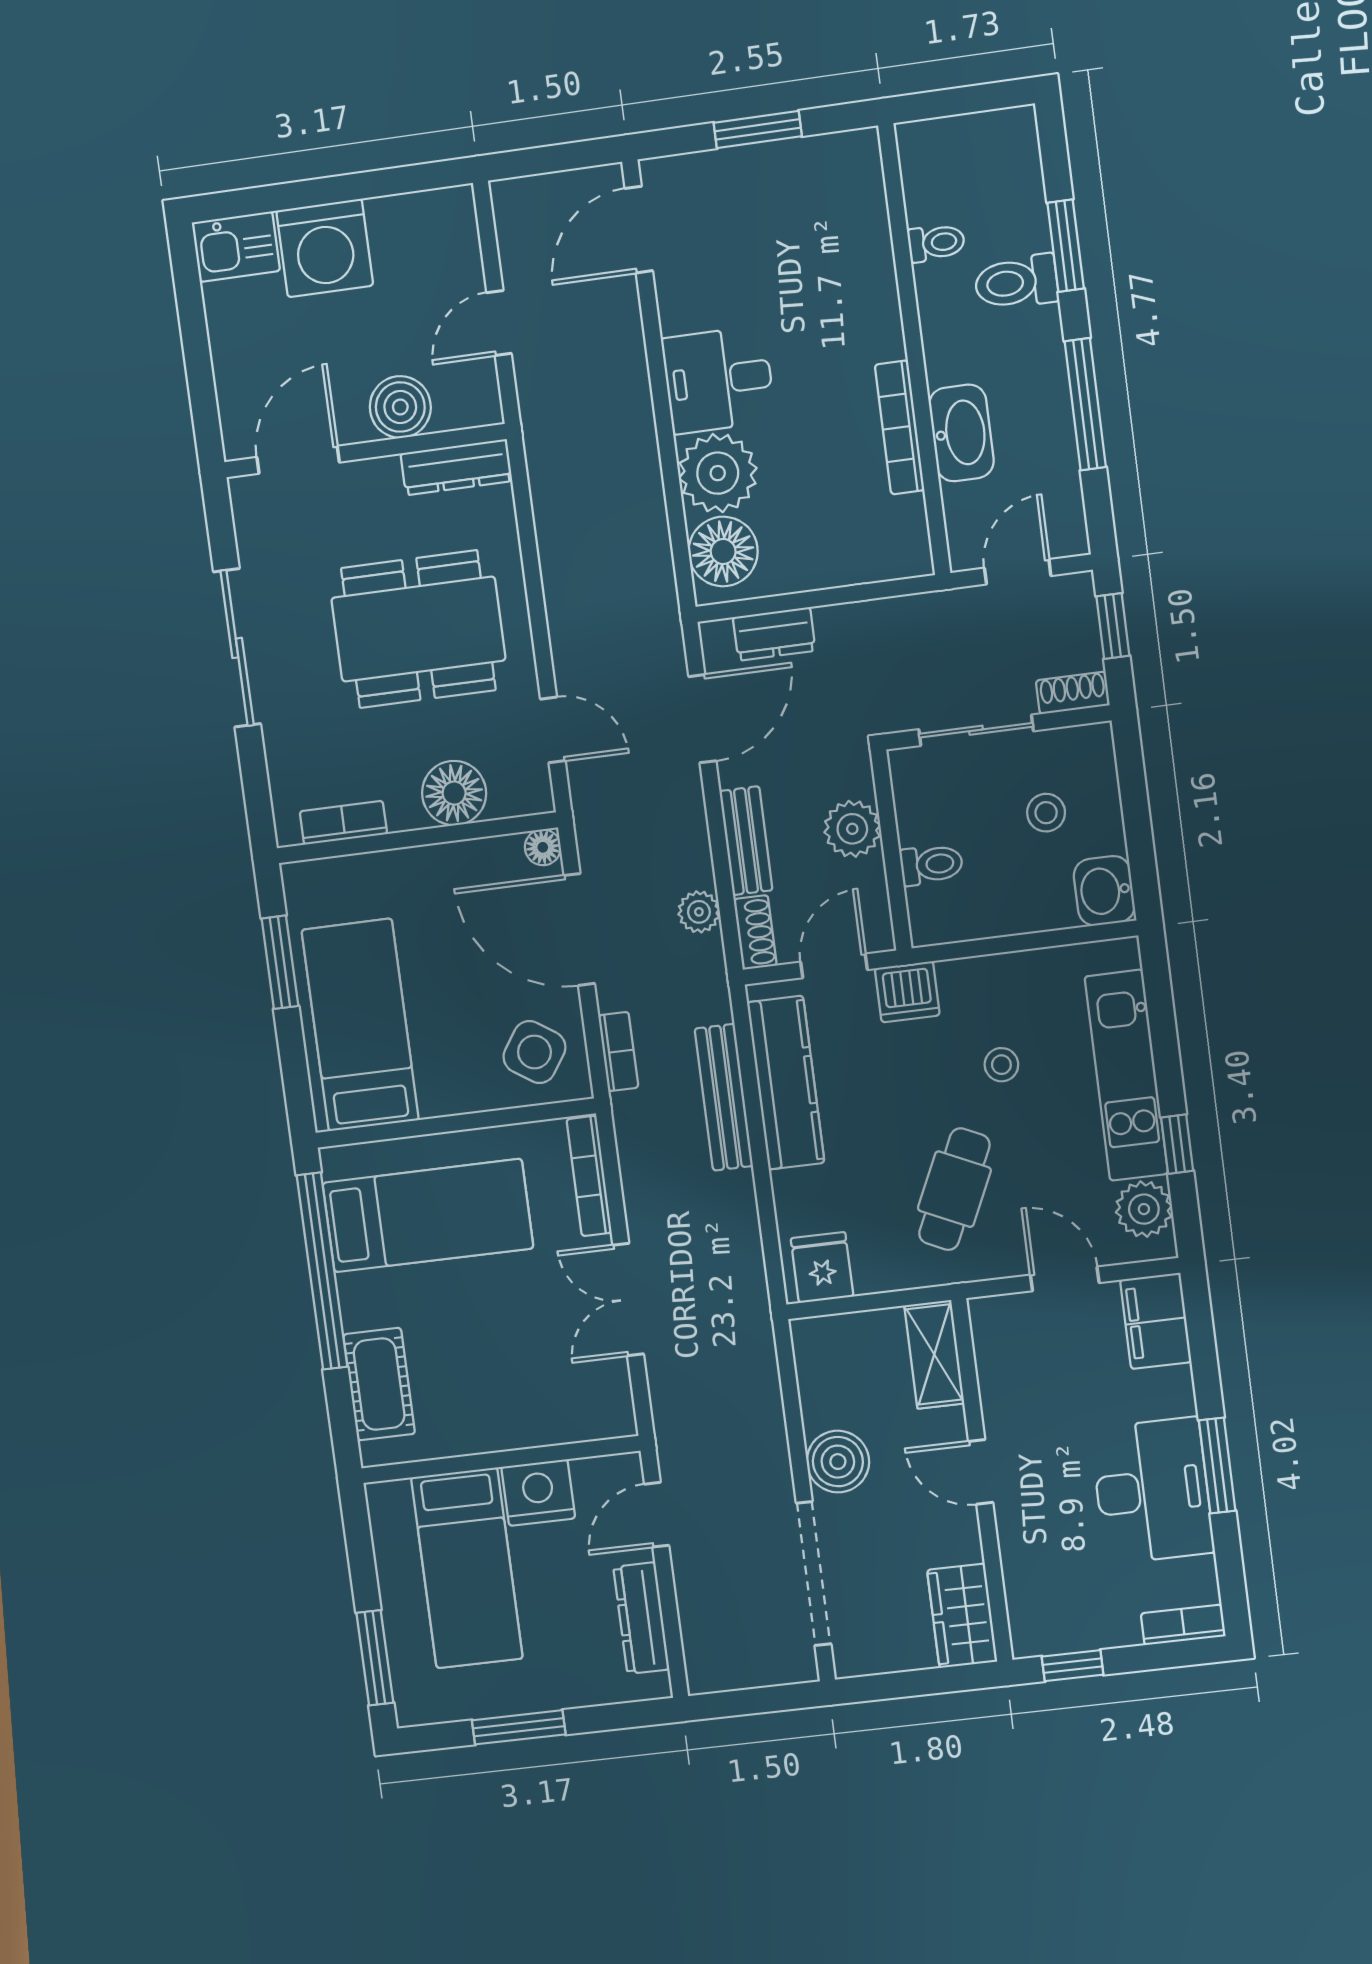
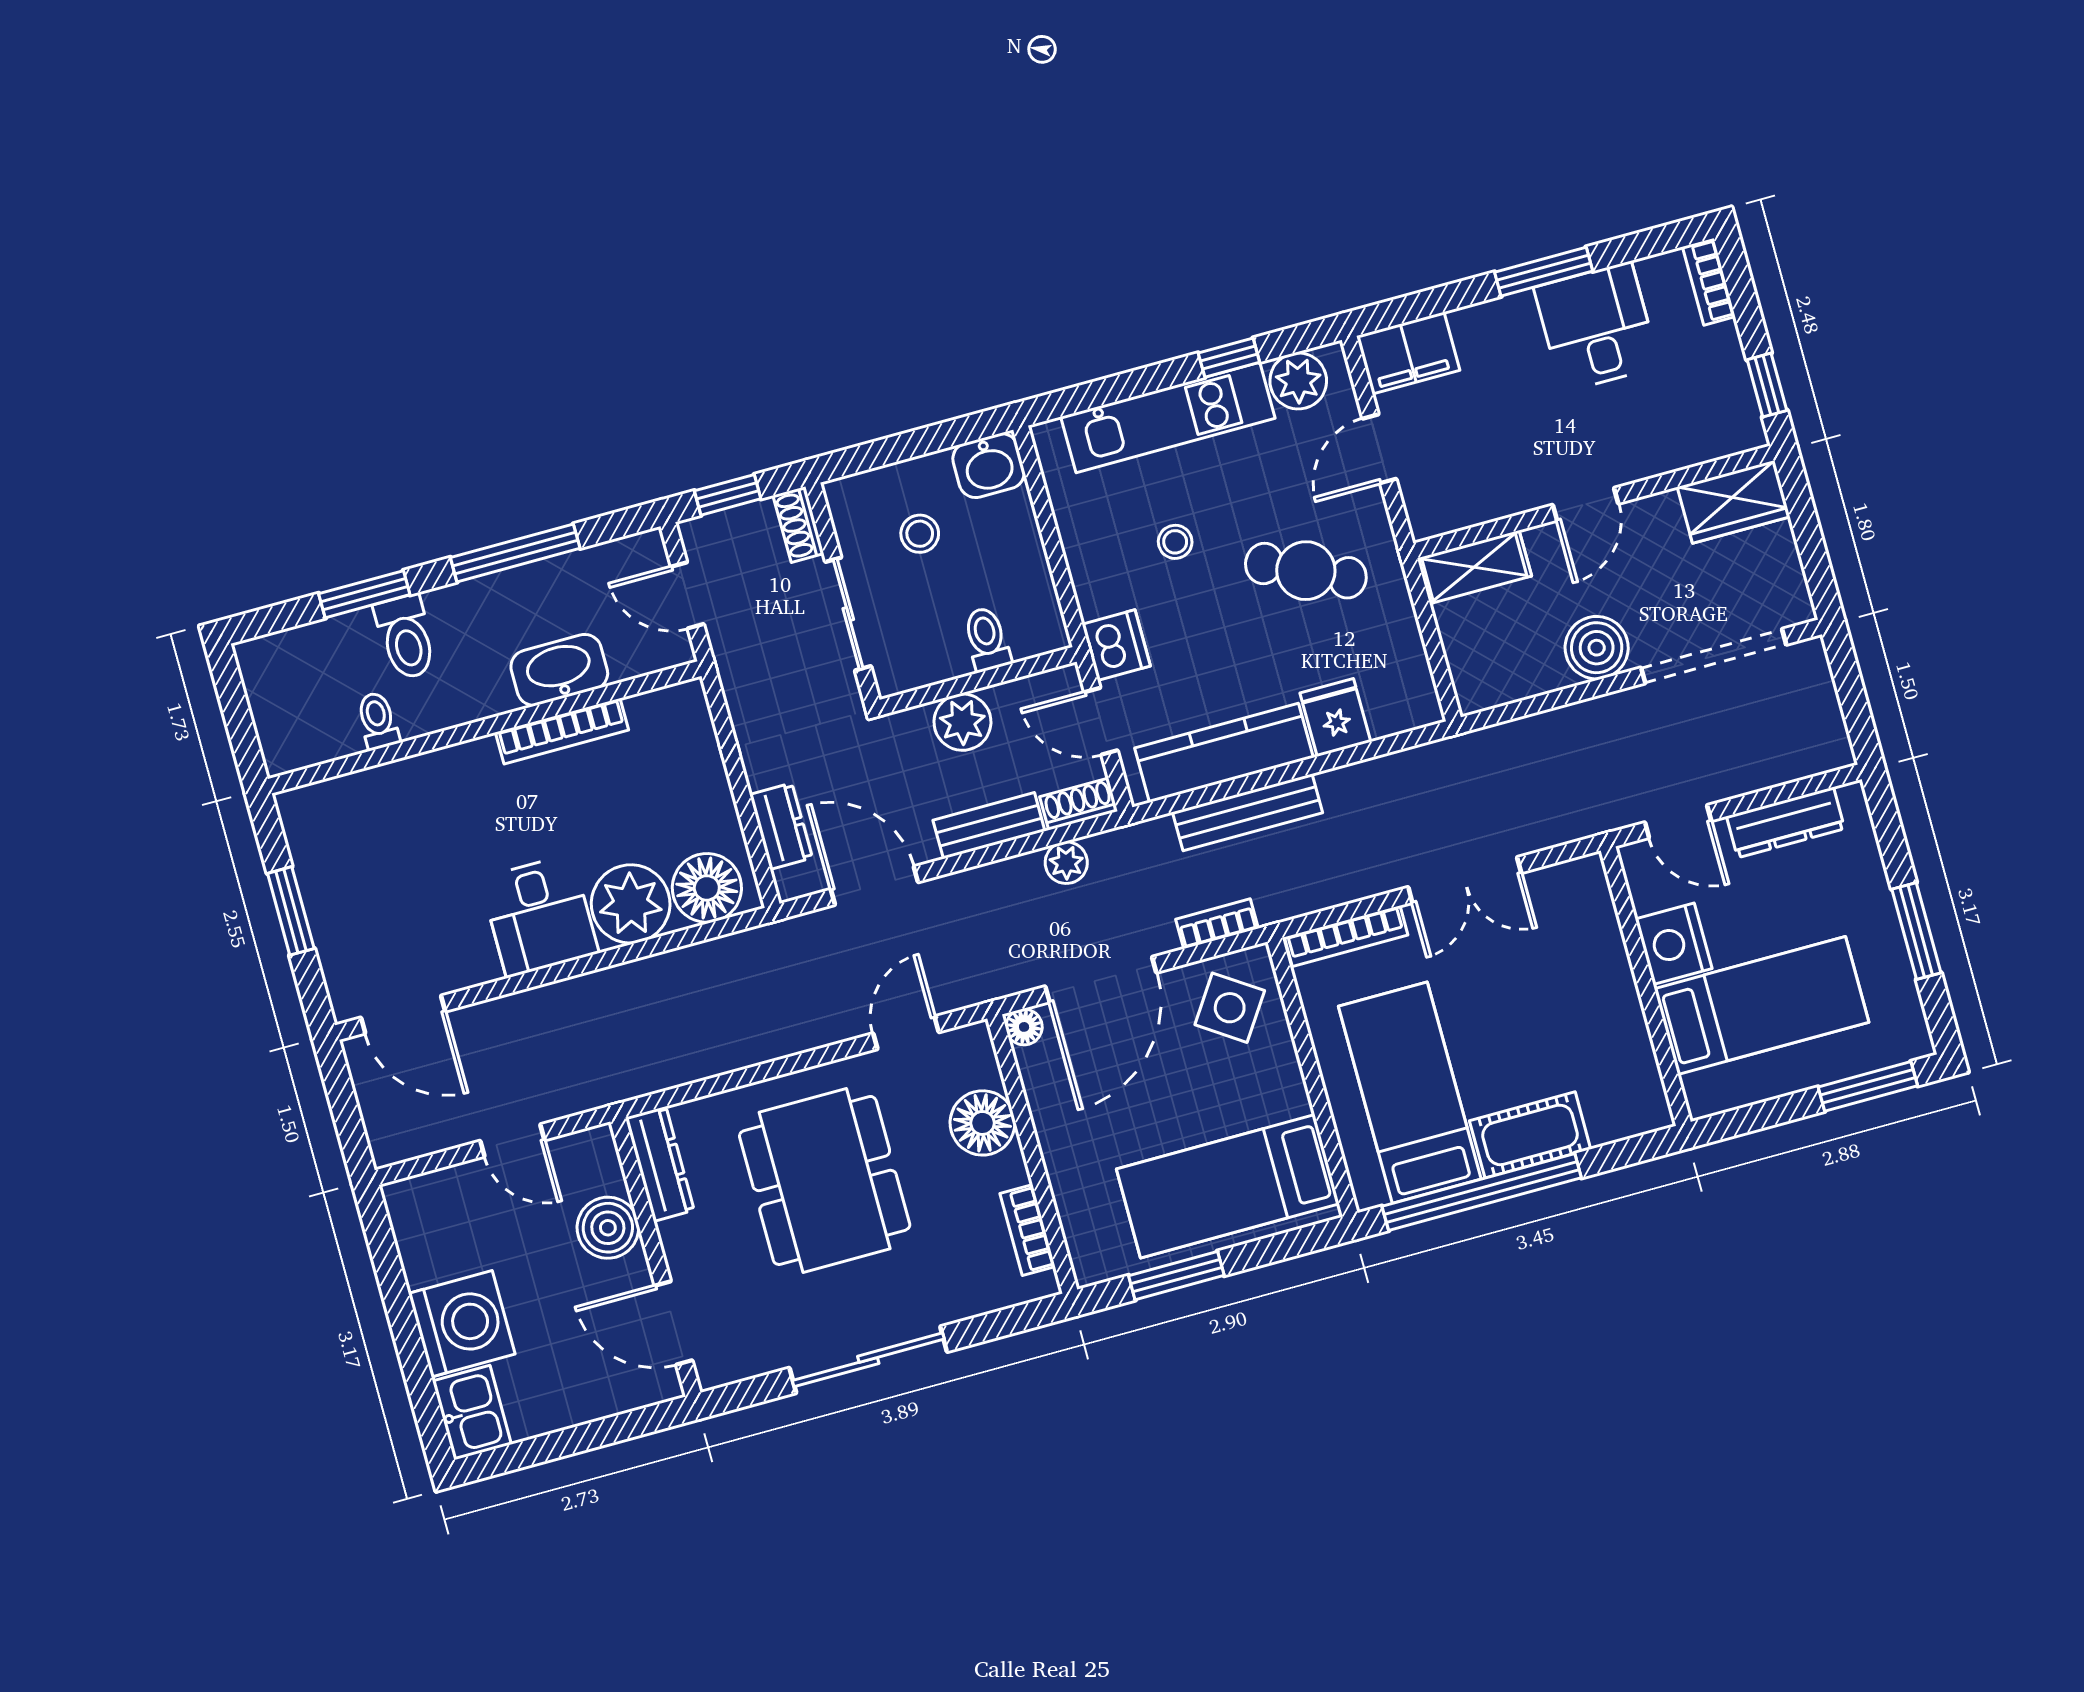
fridge: (822, 1267) -> (1335, 717), moved, turned 90
cot: (379, 1384) -> (1530, 1135), moved
desk: (1152, 1491) -> (1597, 327), width x0.73

